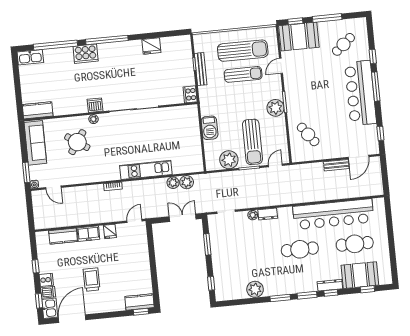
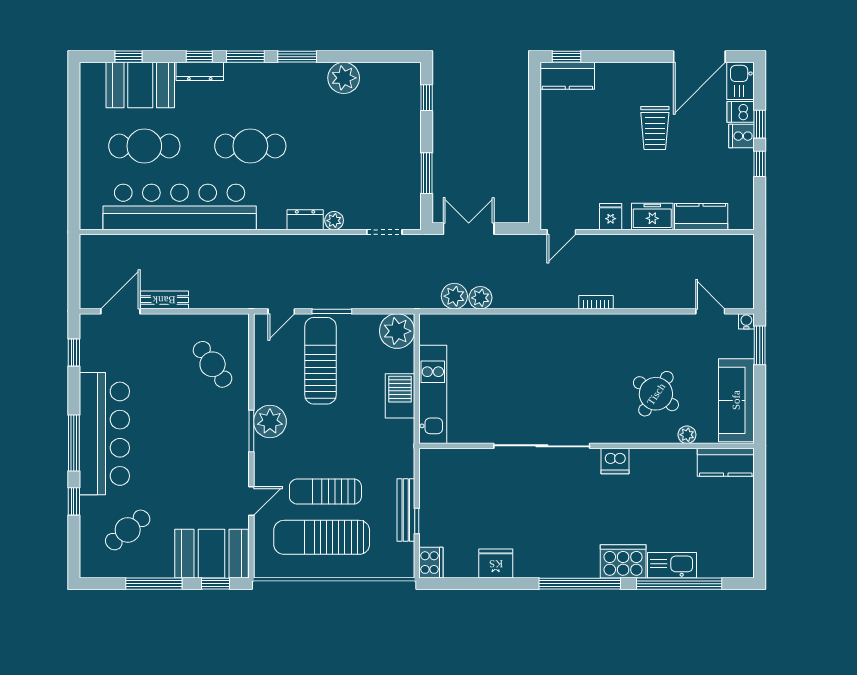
kitchen sink: (30, 57) -> (672, 565), moved
cooker: (190, 94) -> (431, 563), moved
plant: (94, 119) -> (687, 435), moved
plant: (229, 160) -> (397, 331), moved
kitchen unit: (146, 170) -> (433, 394), moved, turned -90
double door: (183, 218) -> (469, 229), swing flipped
window: (39, 301) -> (760, 124), moved

